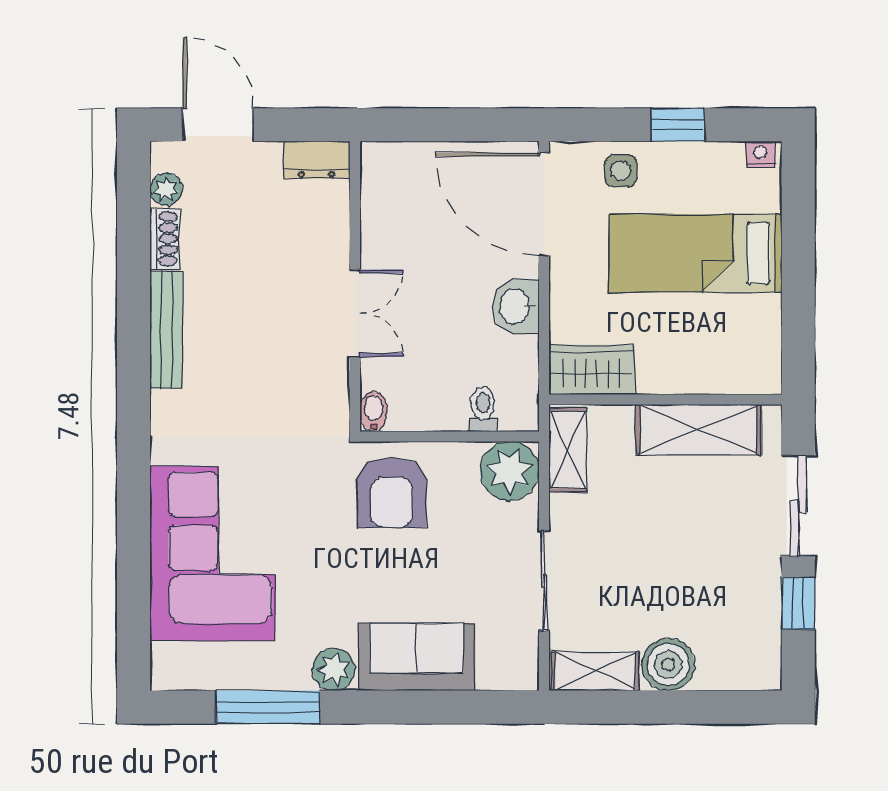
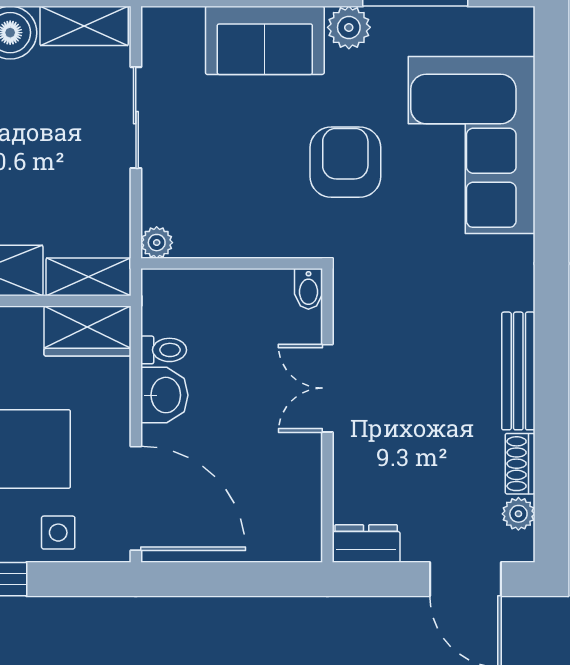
toilet: (483, 409) -> (164, 350), moved, turned -90
shelving: (568, 450) -> (88, 277), moved, turned 90
plant: (510, 471) -> (157, 243), width x0.53, depth x0.53
armchair: (392, 492) -> (345, 162), moved

